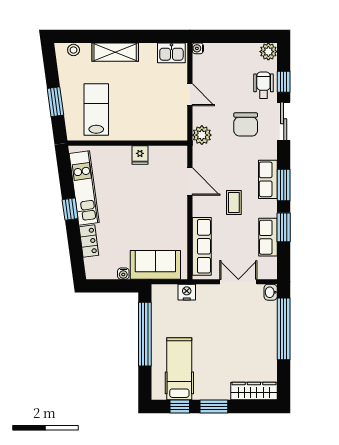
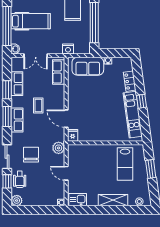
fridge: (140, 155) -> (73, 135), moved
row of seats: (202, 246) -> (59, 72), width x0.68
hospital bed: (246, 336) -> (31, 21), added

